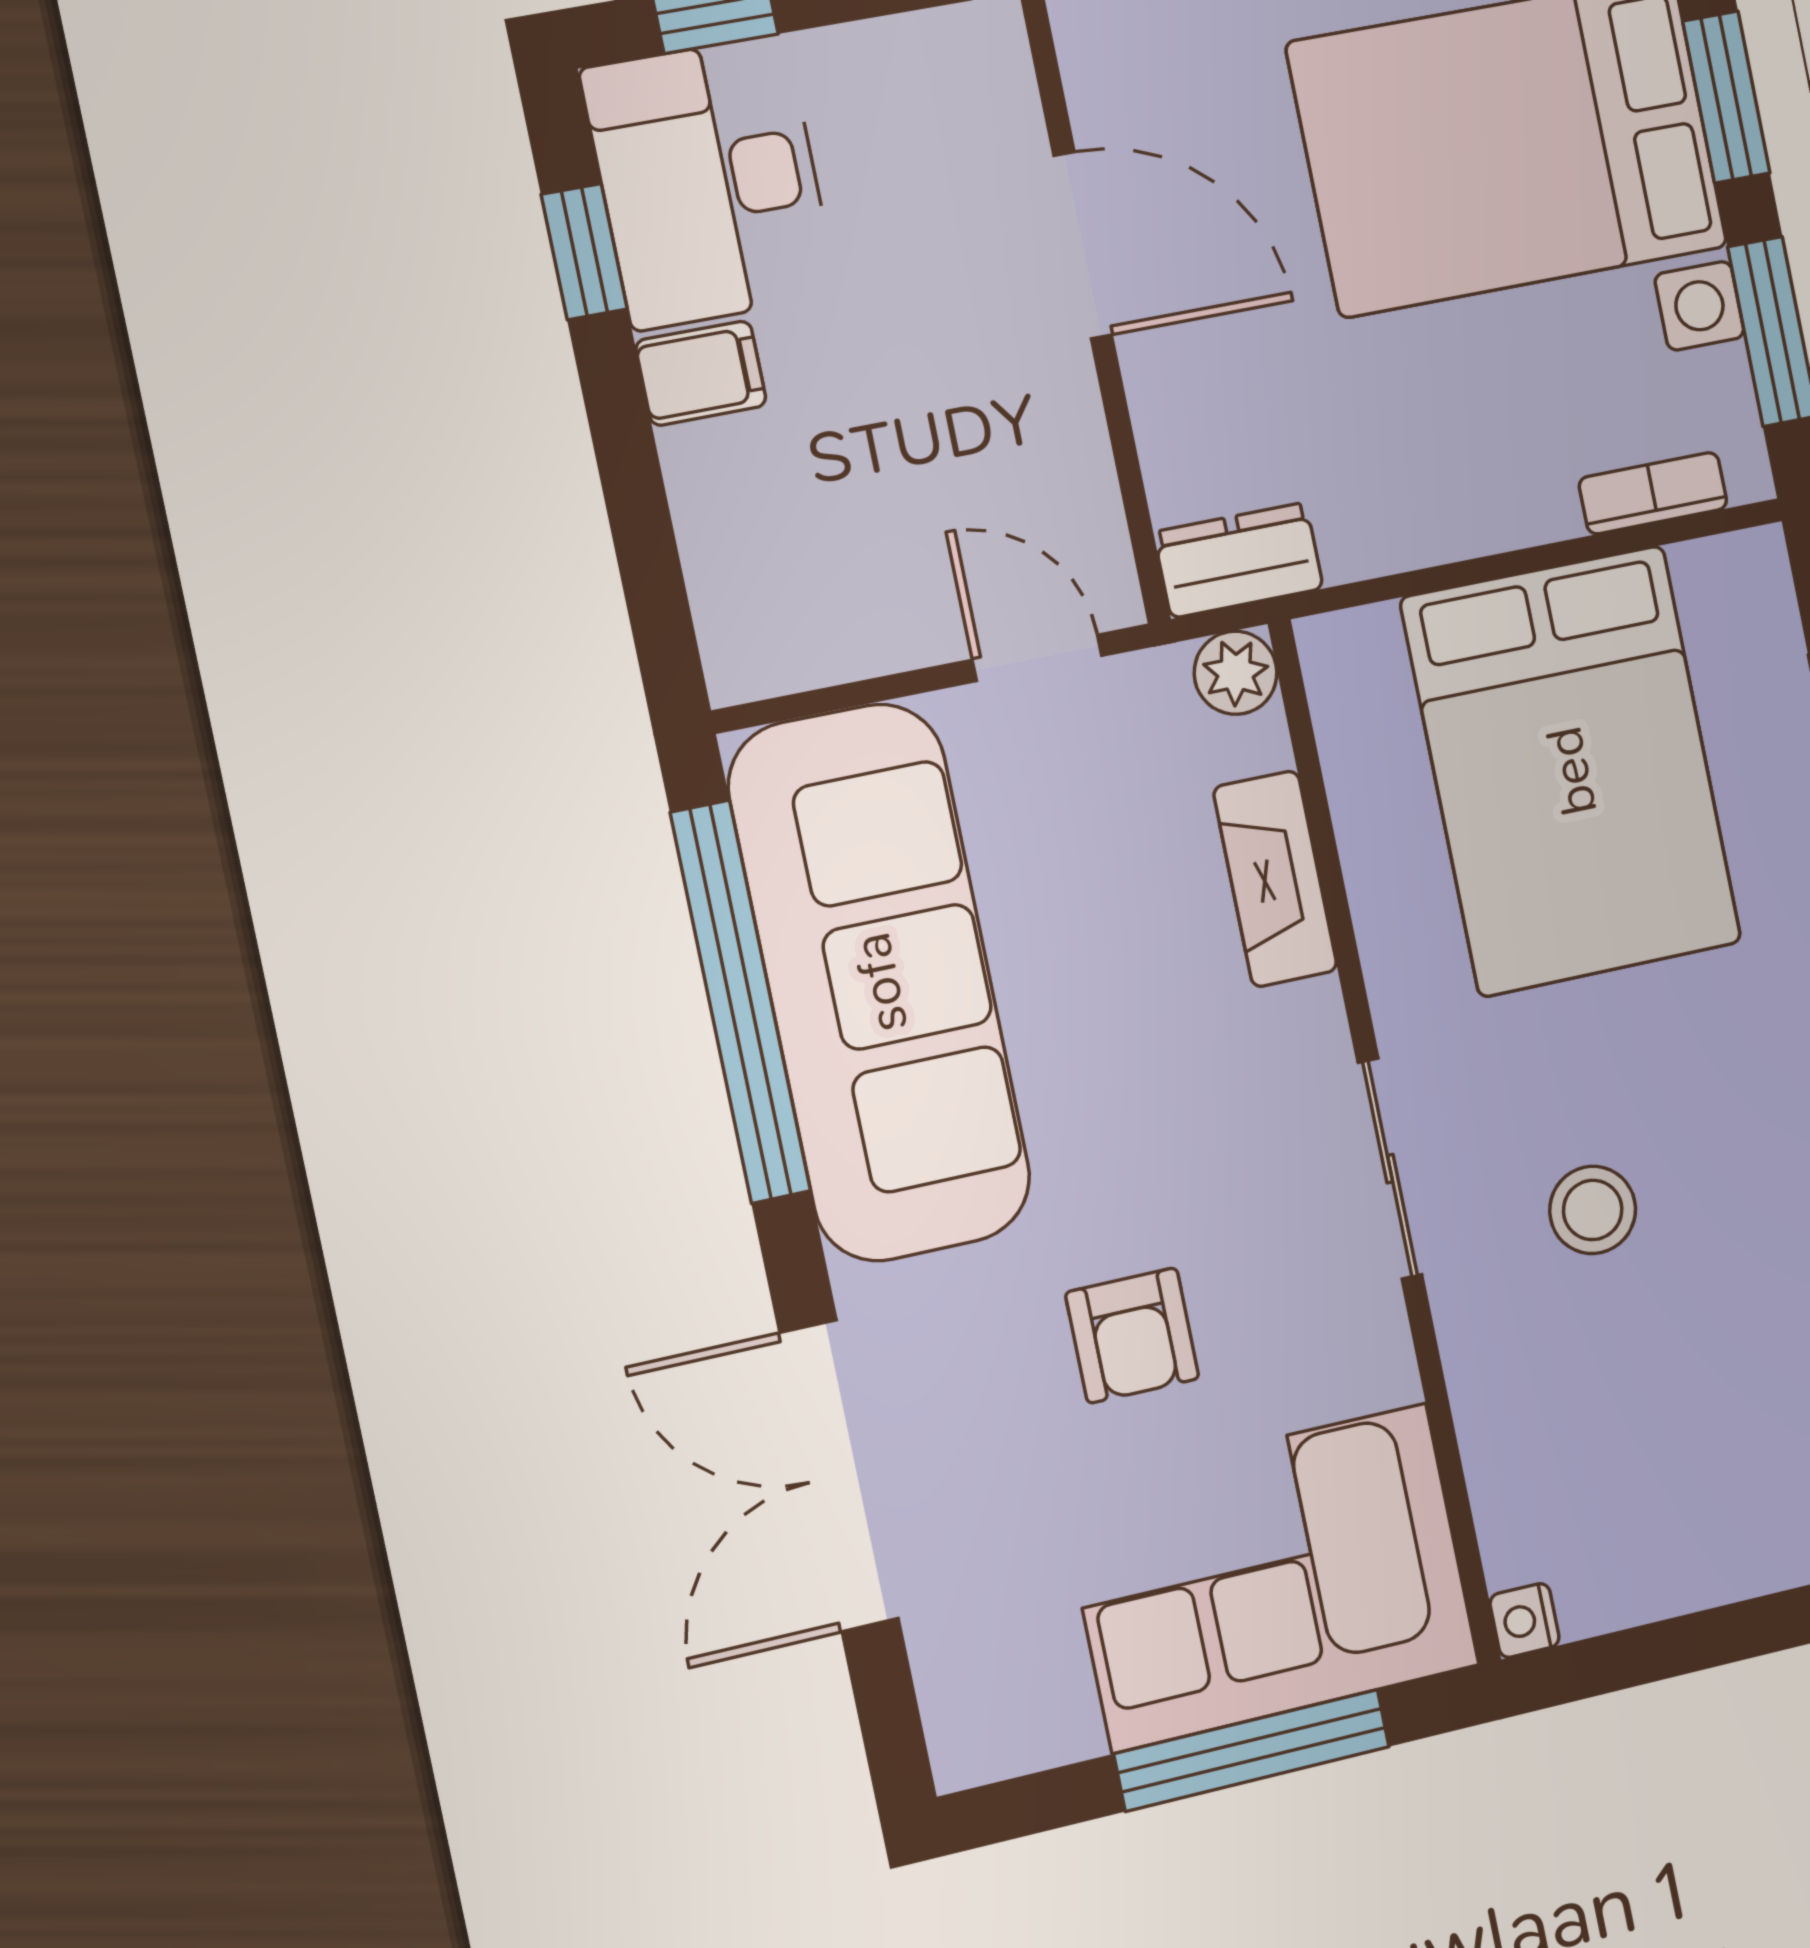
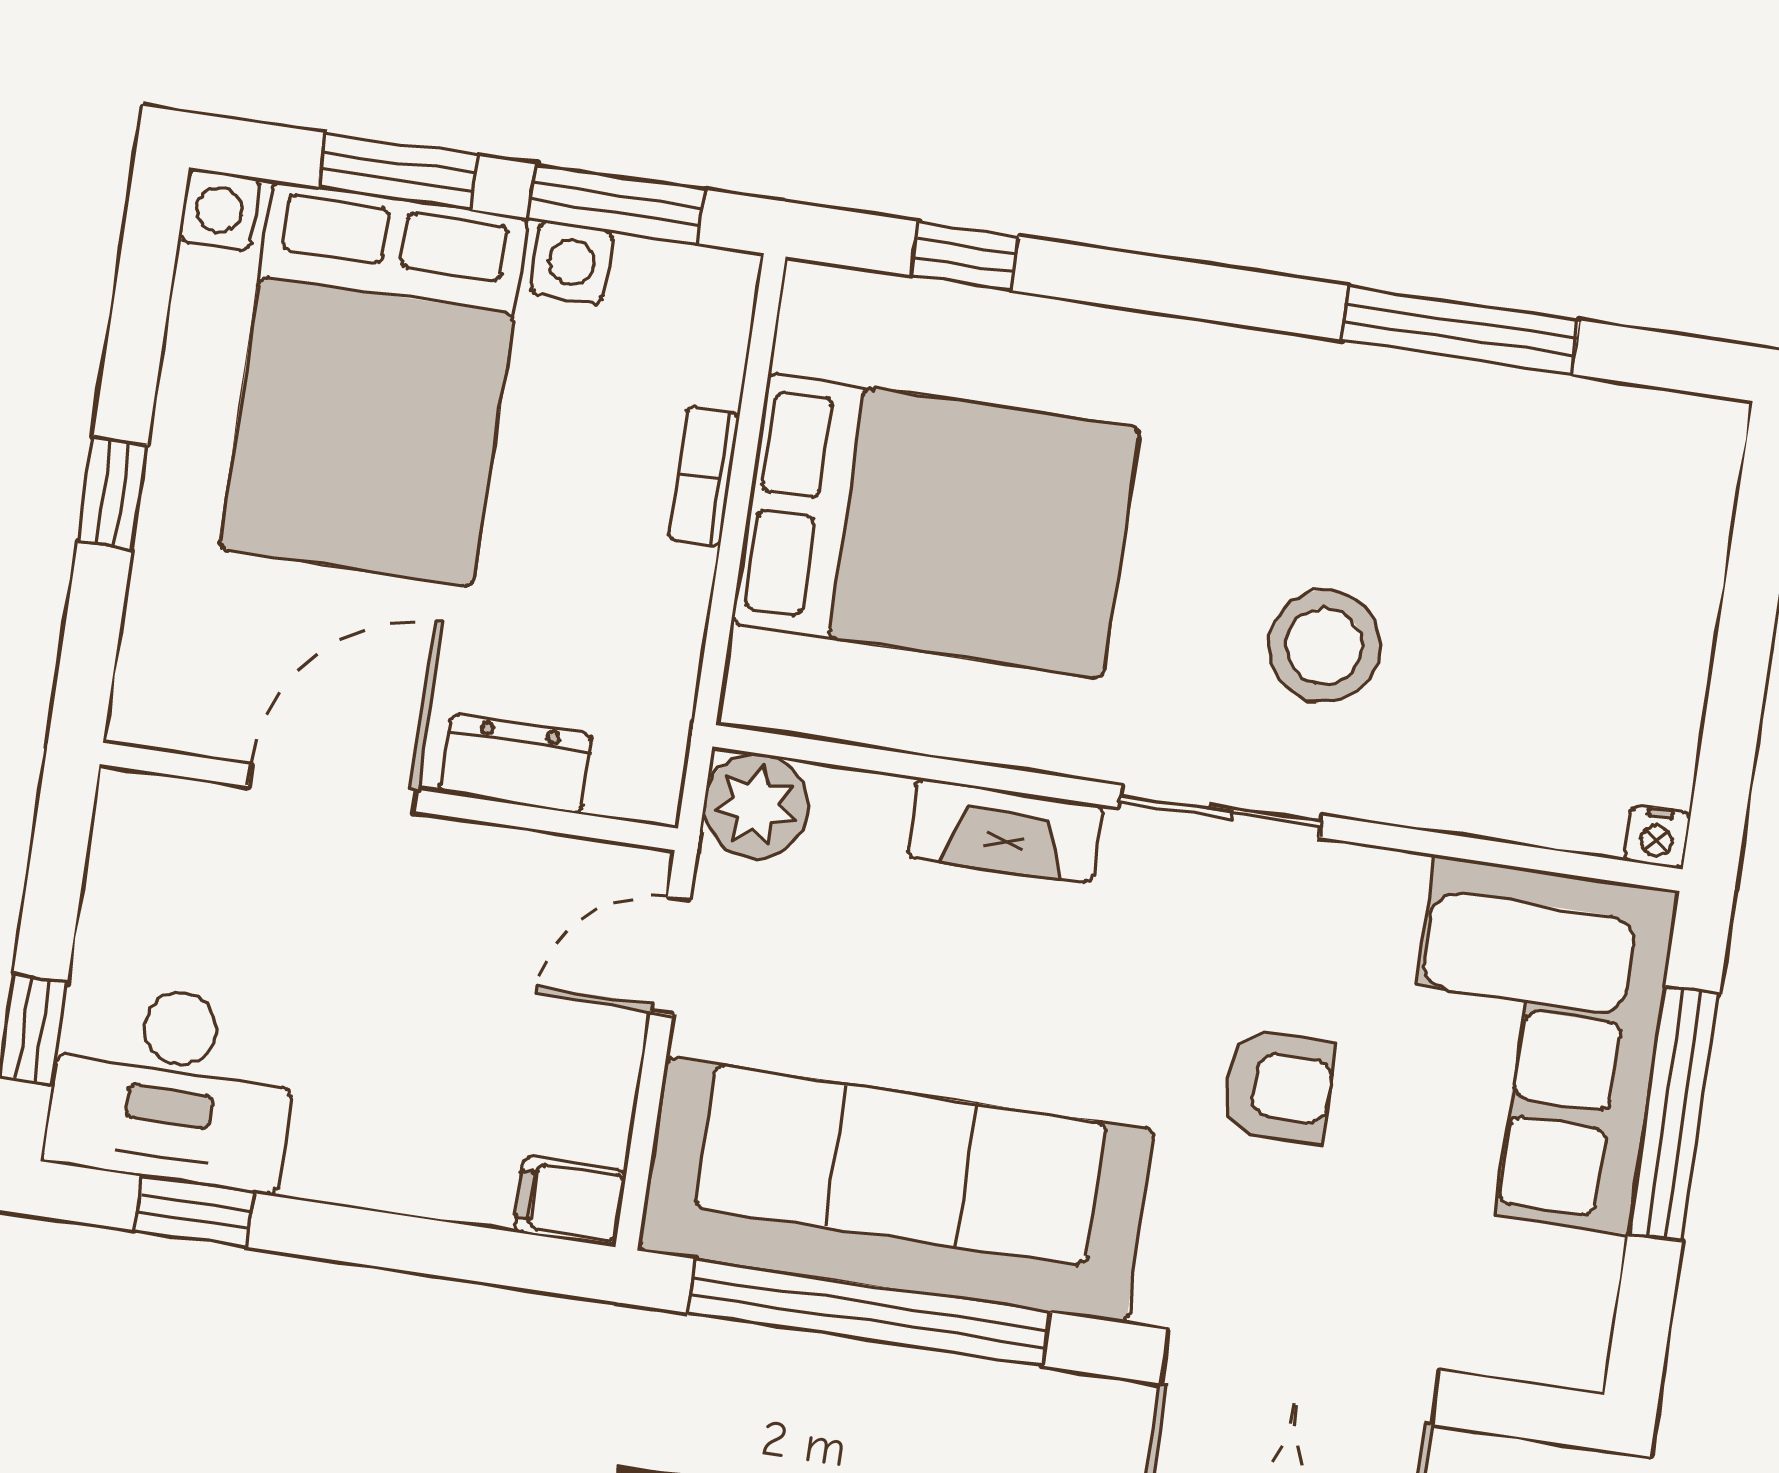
filing cabinet: (701, 373) -> (570, 1201), moved, turned -90
bookcase: (1653, 493) -> (704, 476), moved
dresser: (1239, 560) -> (516, 764), moved, turned 90
plant: (1236, 673) -> (756, 806), width x1.38, depth x1.38
fireplace: (1275, 879) -> (1006, 831), moved
stool: (1593, 1210) -> (1324, 646), width x1.38, depth x1.38

